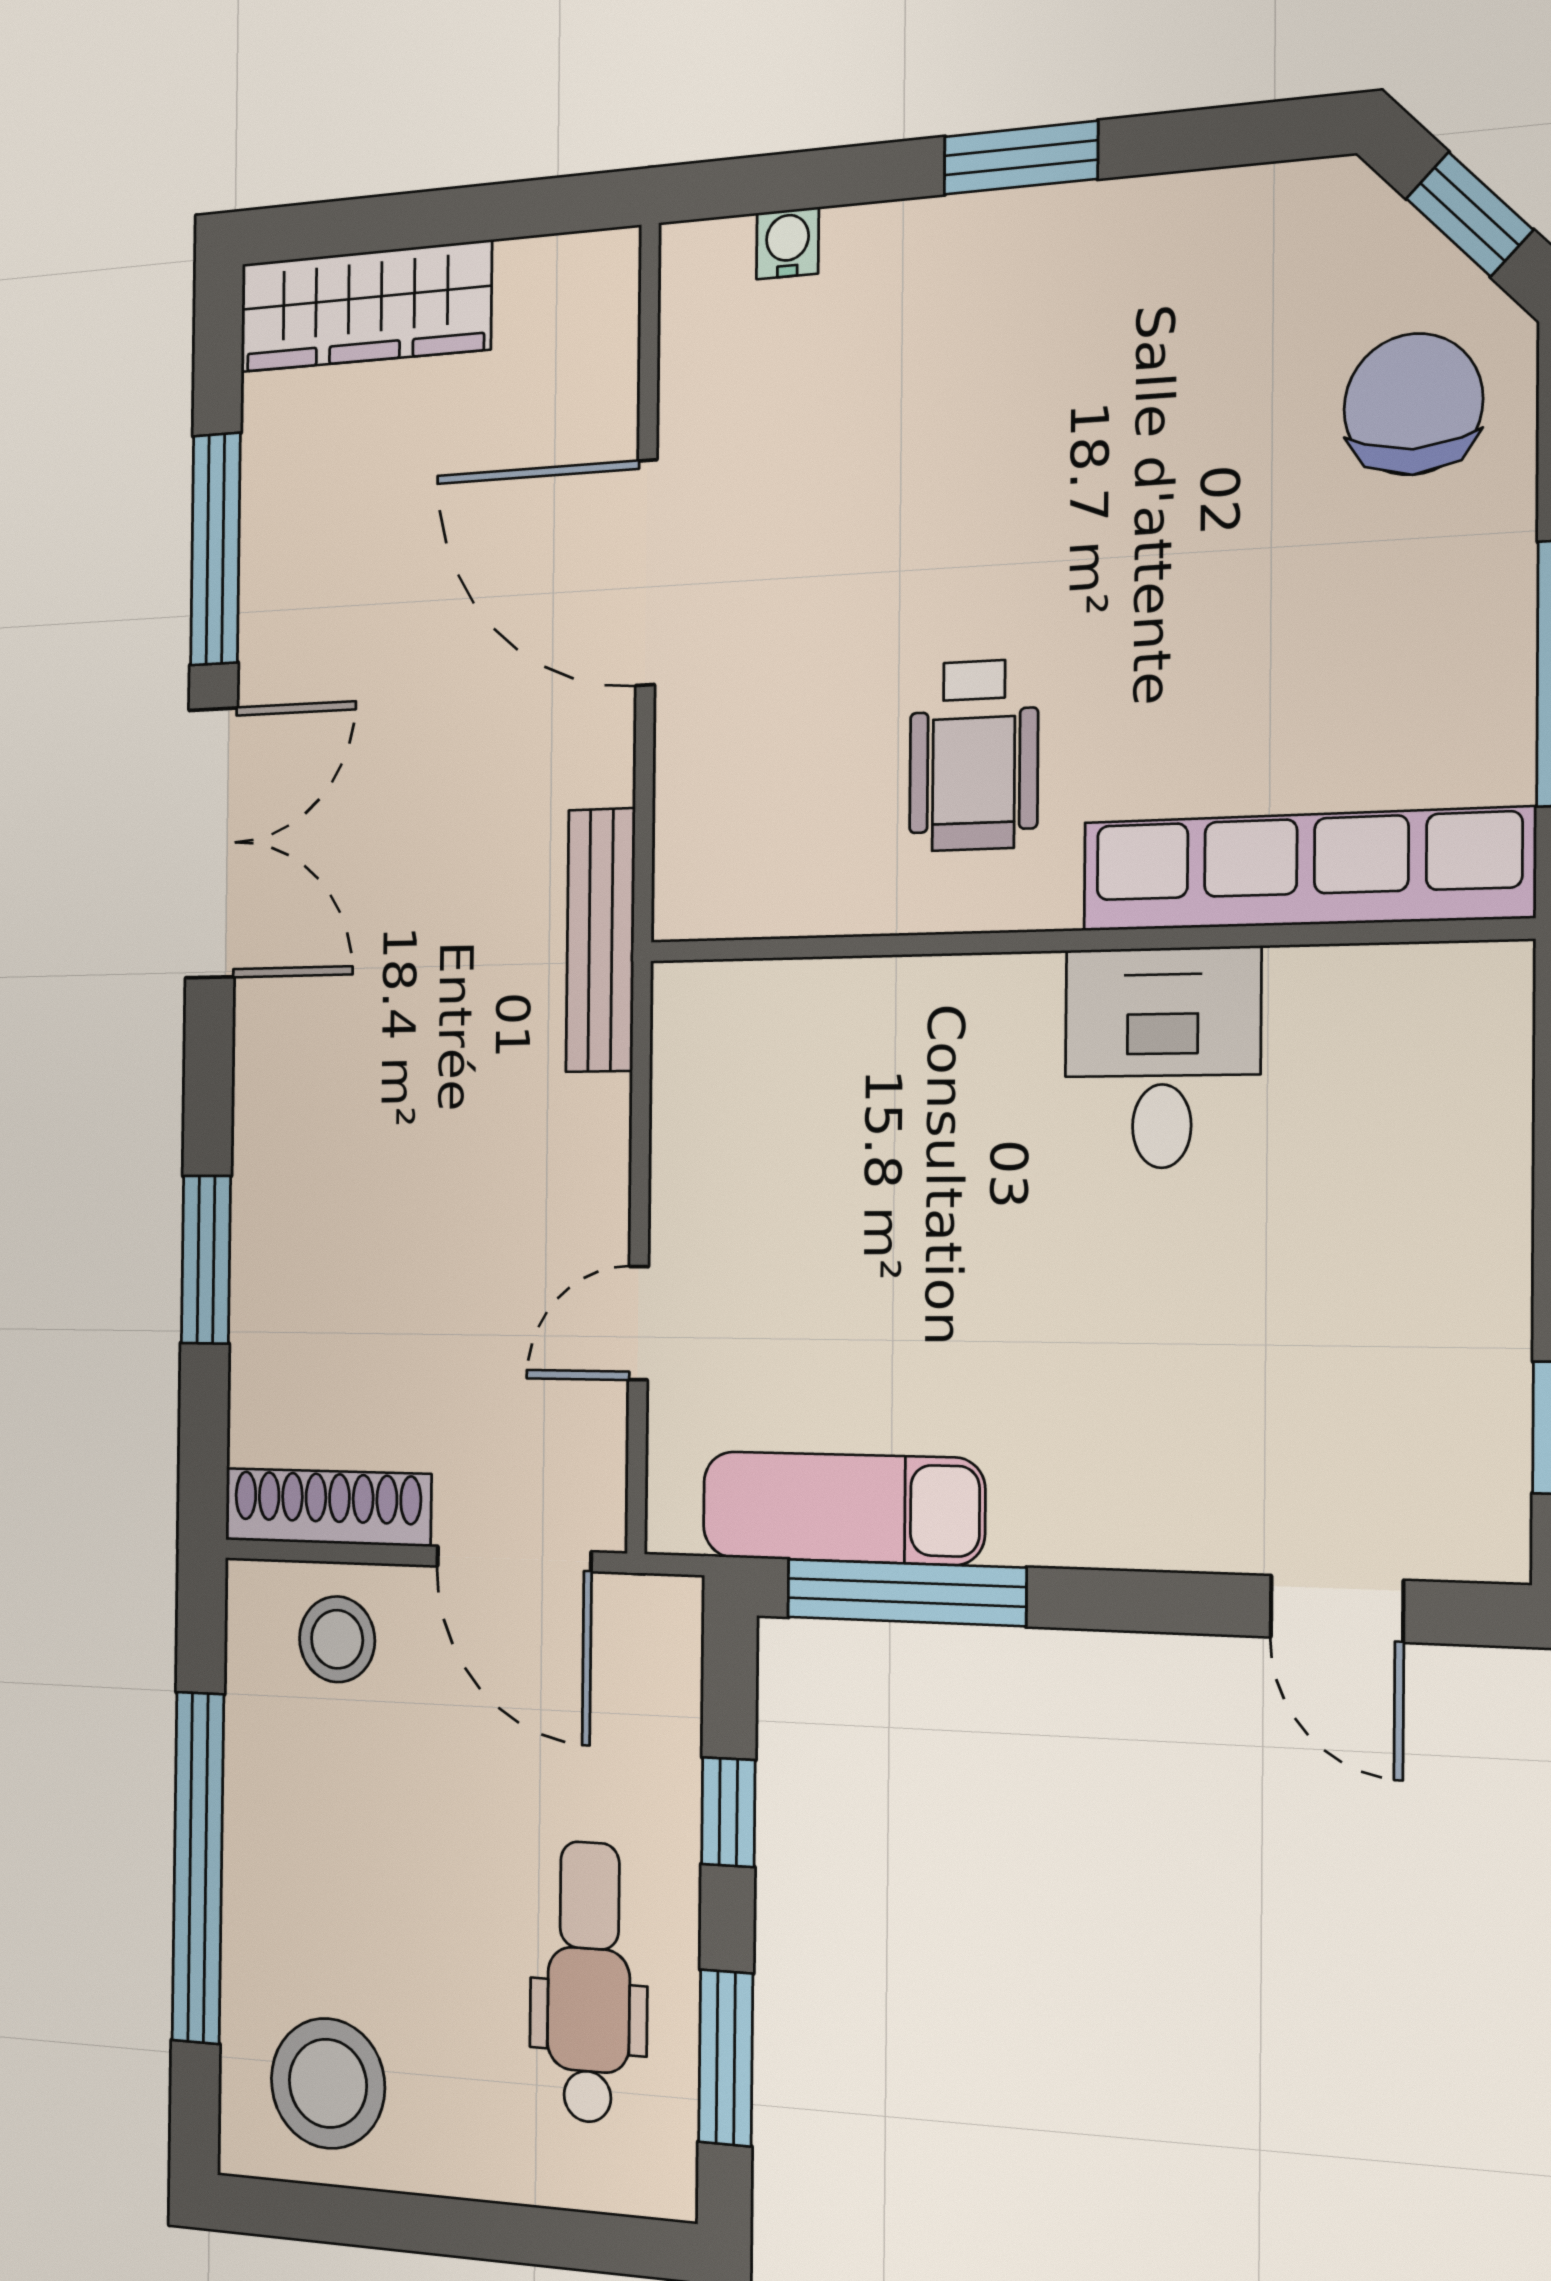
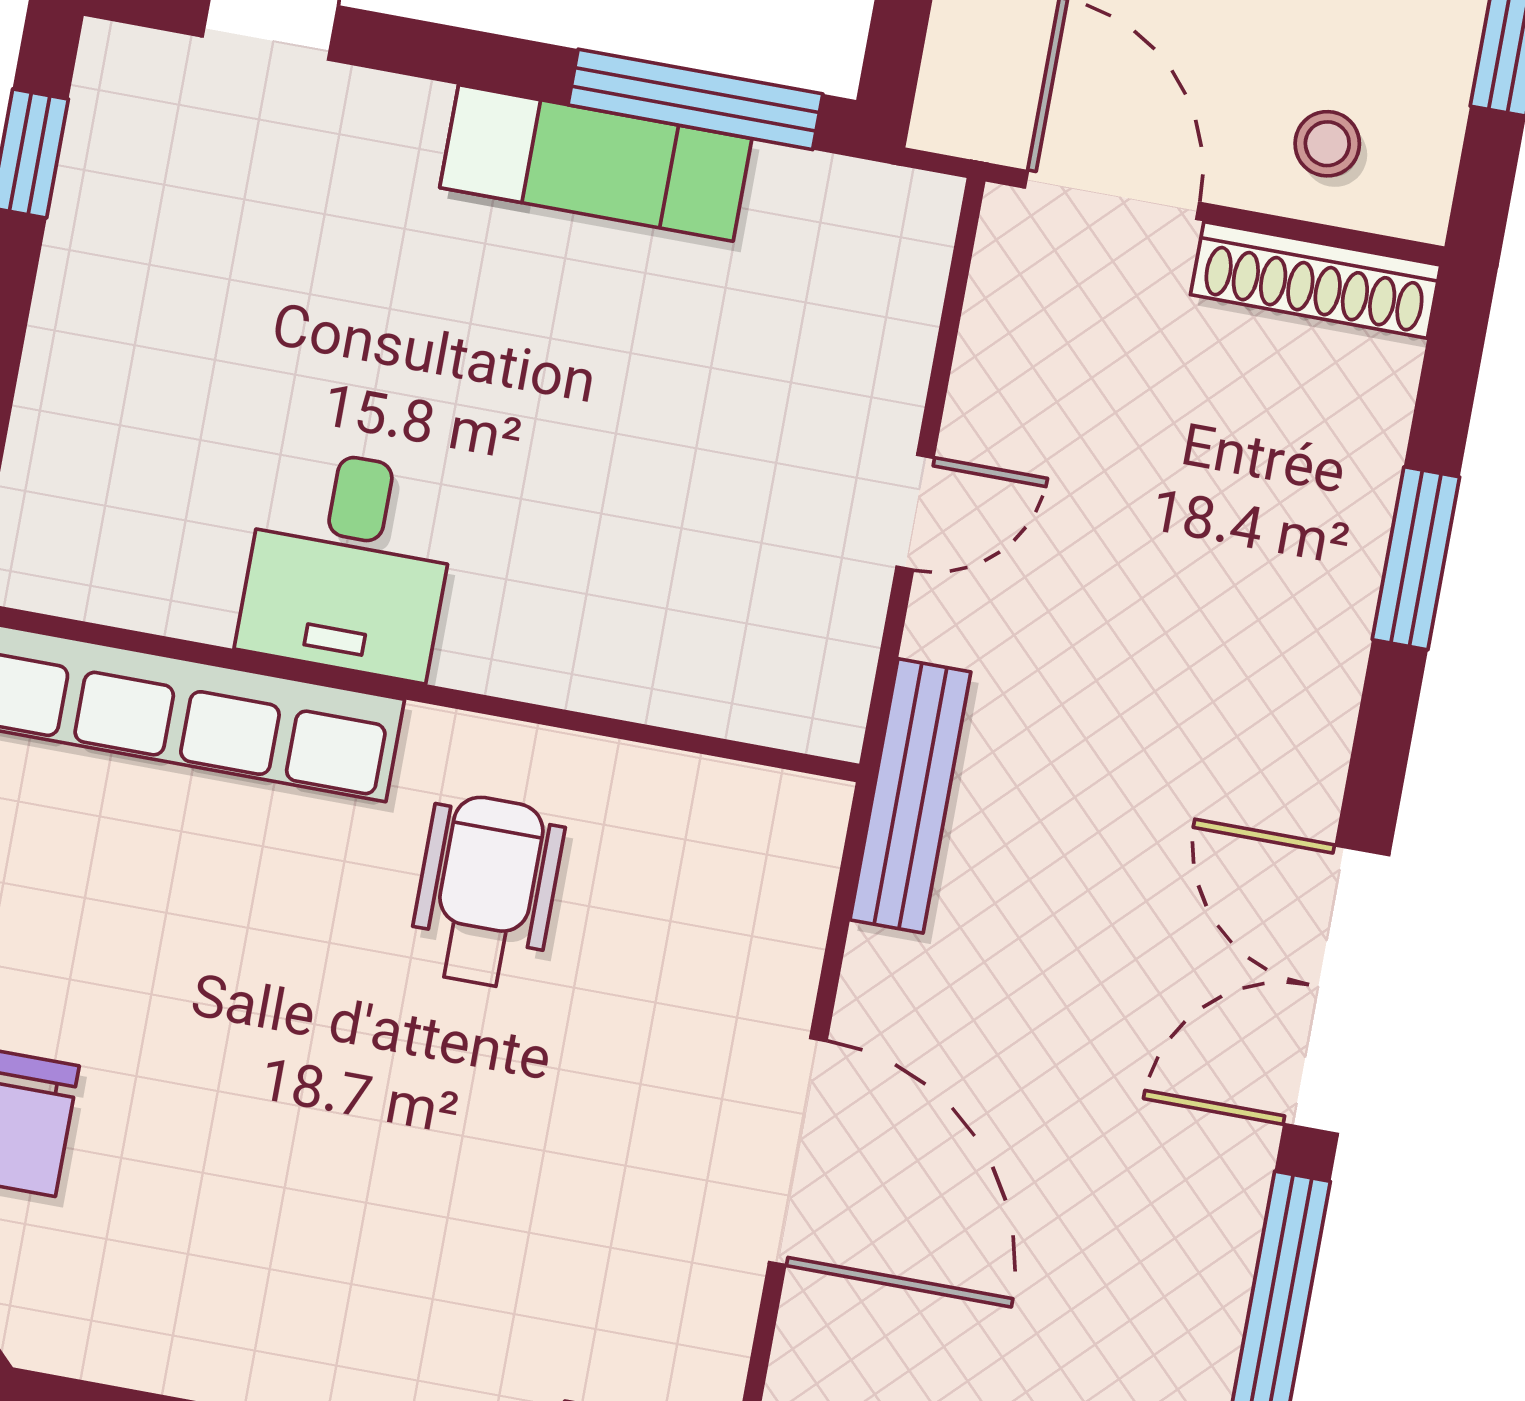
door: (638, 1323) -> (915, 512), moved
exam couch: (843, 1508) -> (596, 163), moved
stool: (337, 1639) -> (1327, 144), width x0.73, depth x0.73

